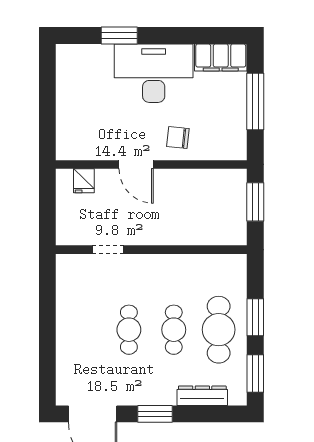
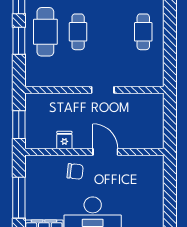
fridge: (84, 181) -> (64, 140), moved
doorway: (108, 250) -> (103, 90), moved
cafe table: (129, 330) -> (143, 32), moved

